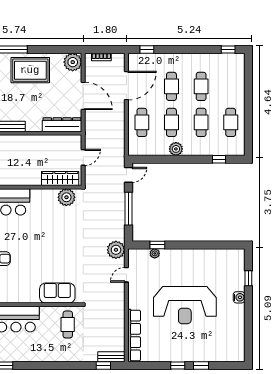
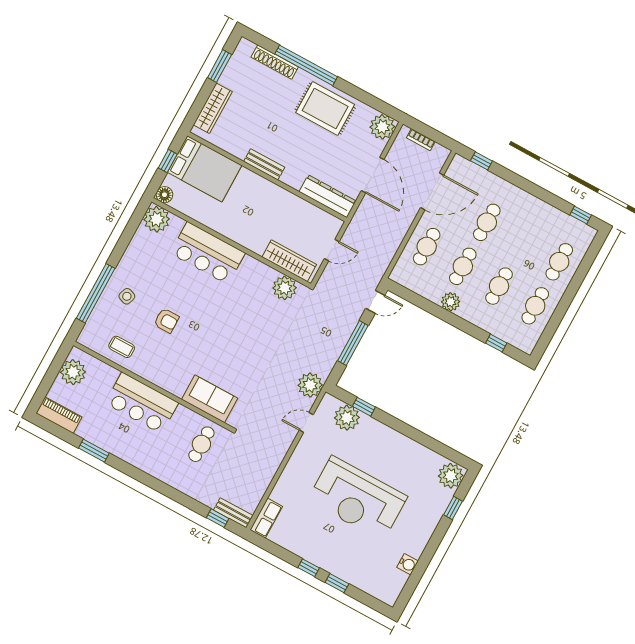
cafe table: (201, 86) -> (559, 262), moved
plant: (155, 253) -> (347, 418), width x1.88, depth x1.88
plant: (236, 259) -> (451, 476), added
water cooler: (239, 297) -> (408, 564), moved
row of seats: (134, 336) -> (266, 518), width x0.50

